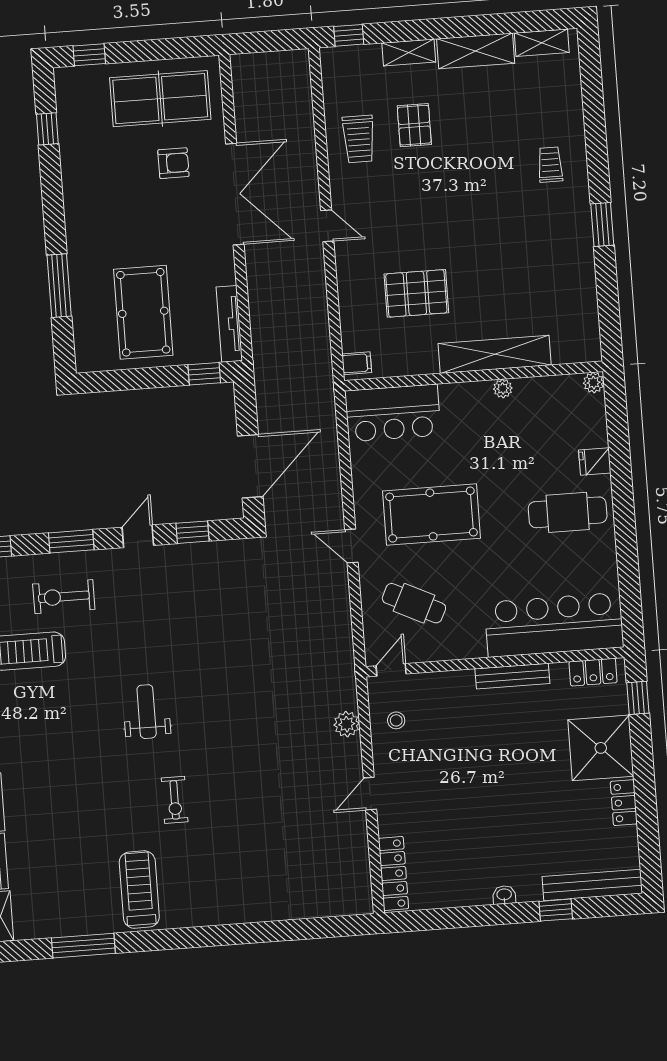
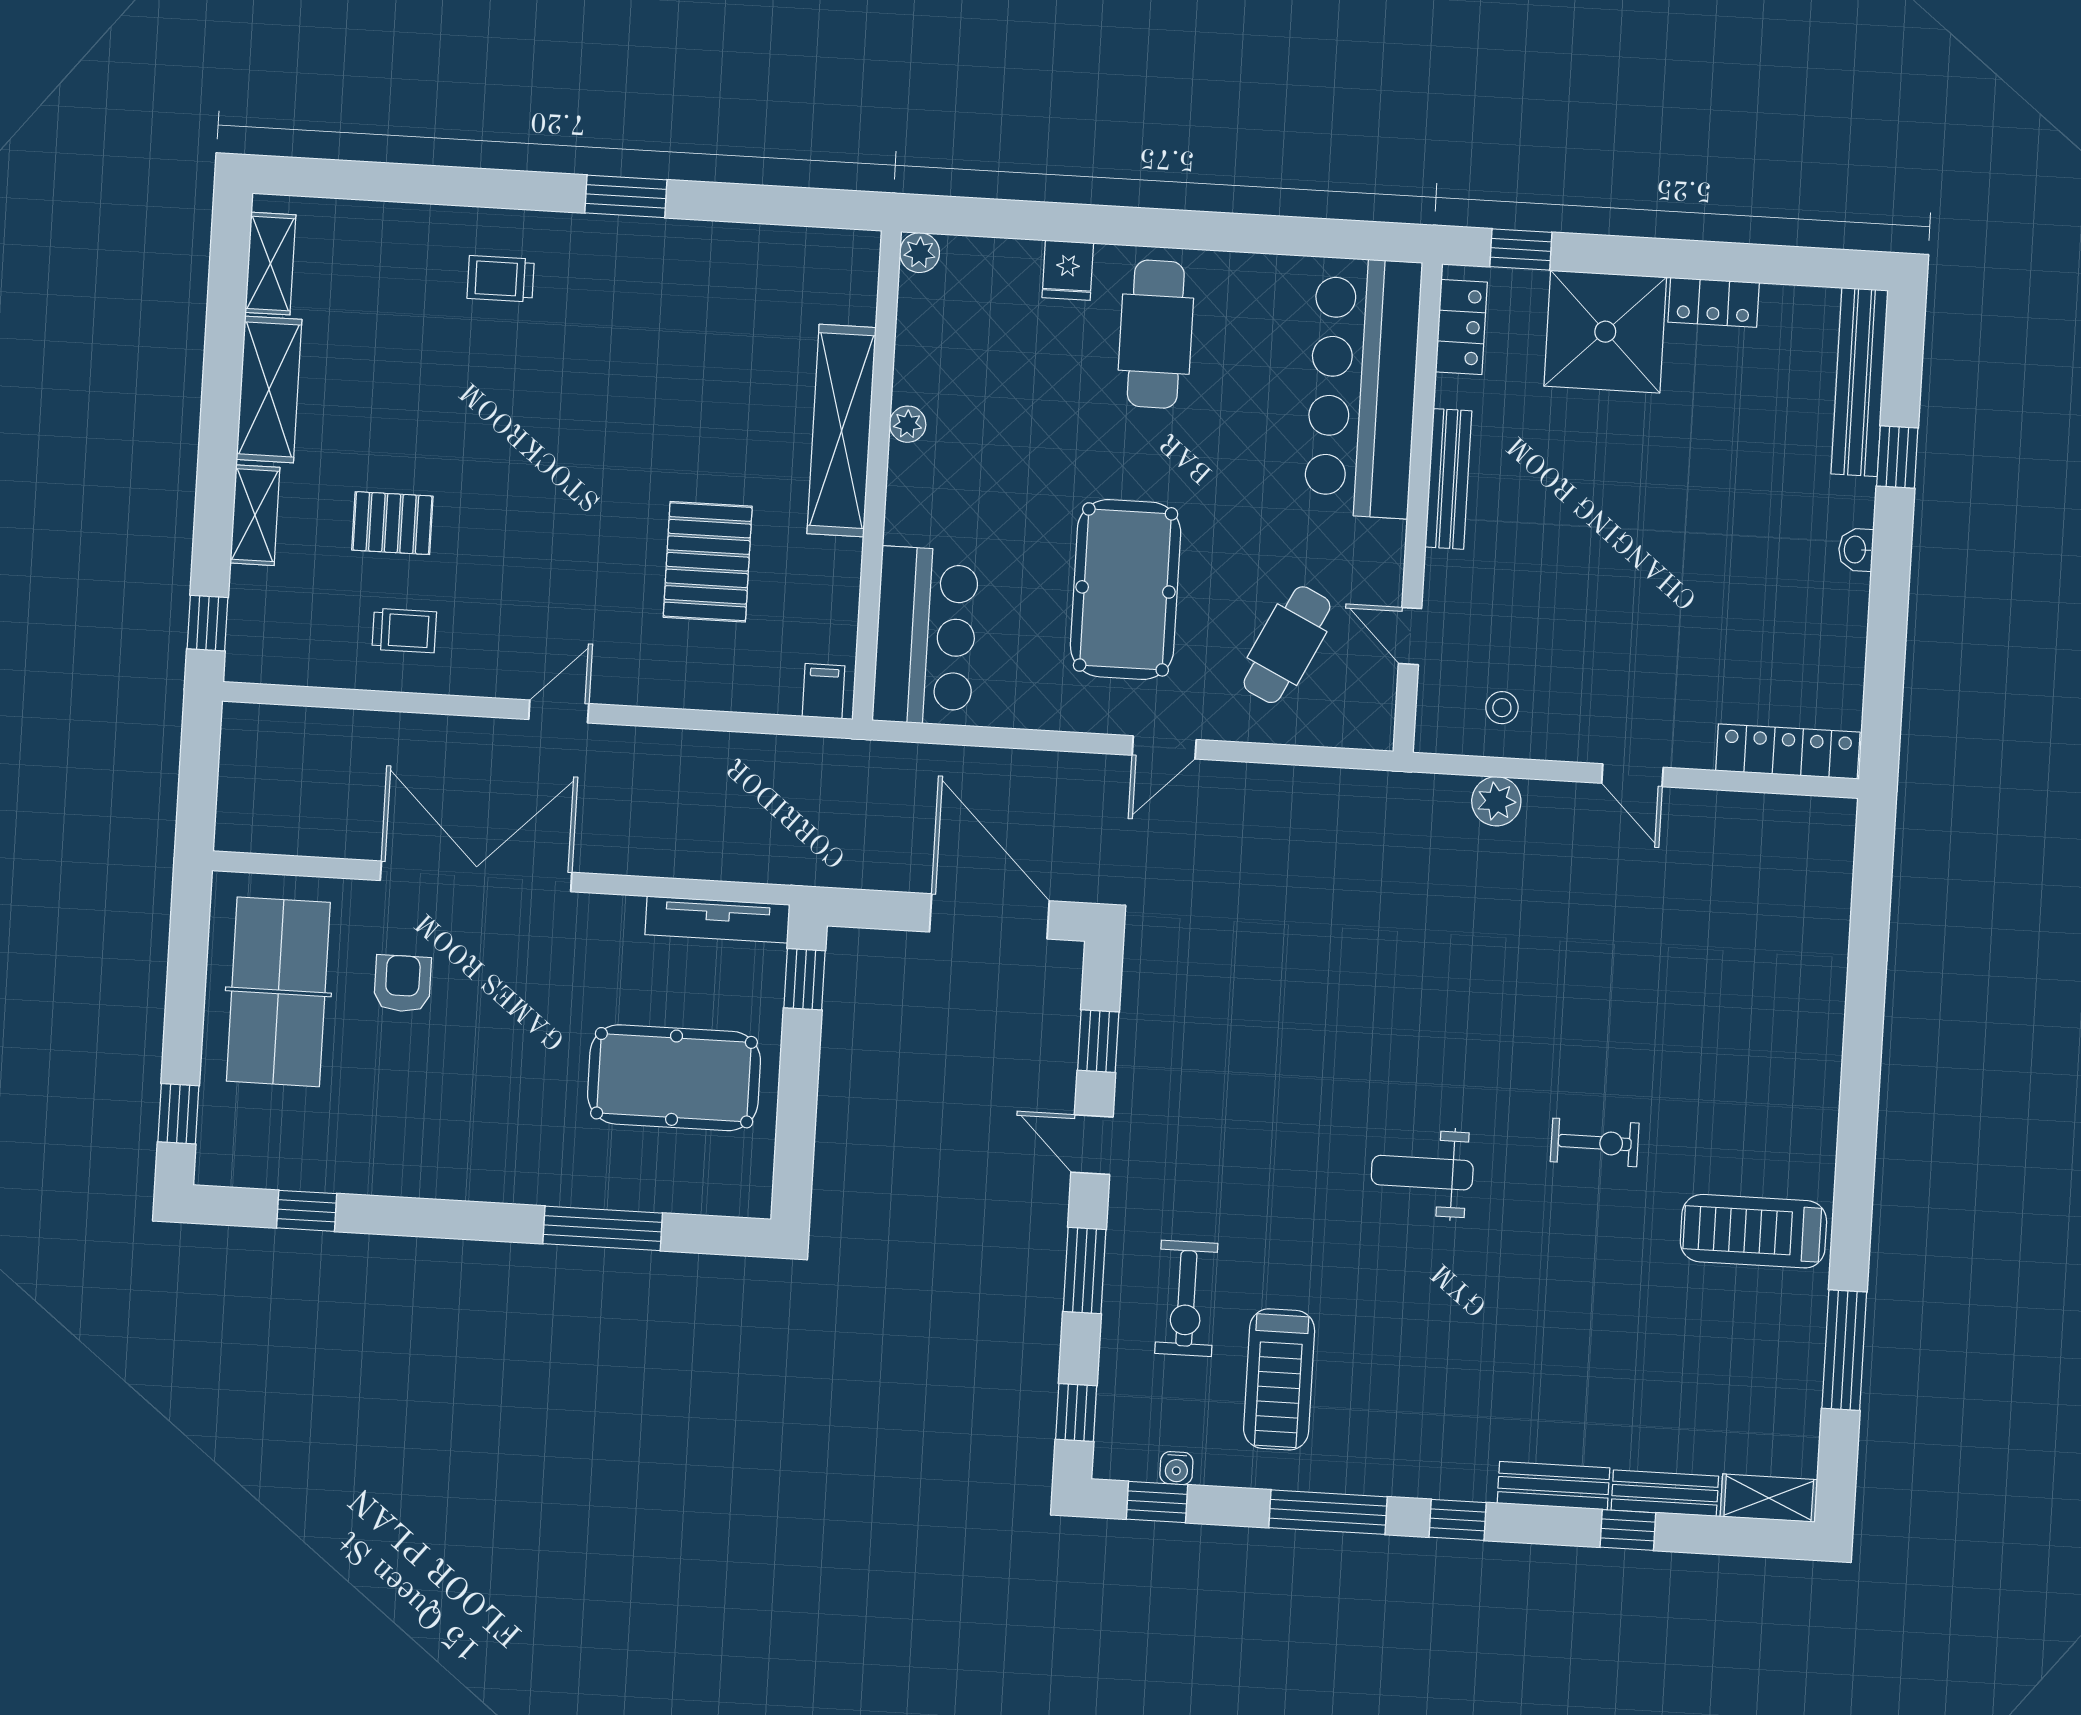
trolley: (359, 139) -> (404, 631), width x0.73, depth x0.72
door: (391, 670) -> (1410, 636), moved

